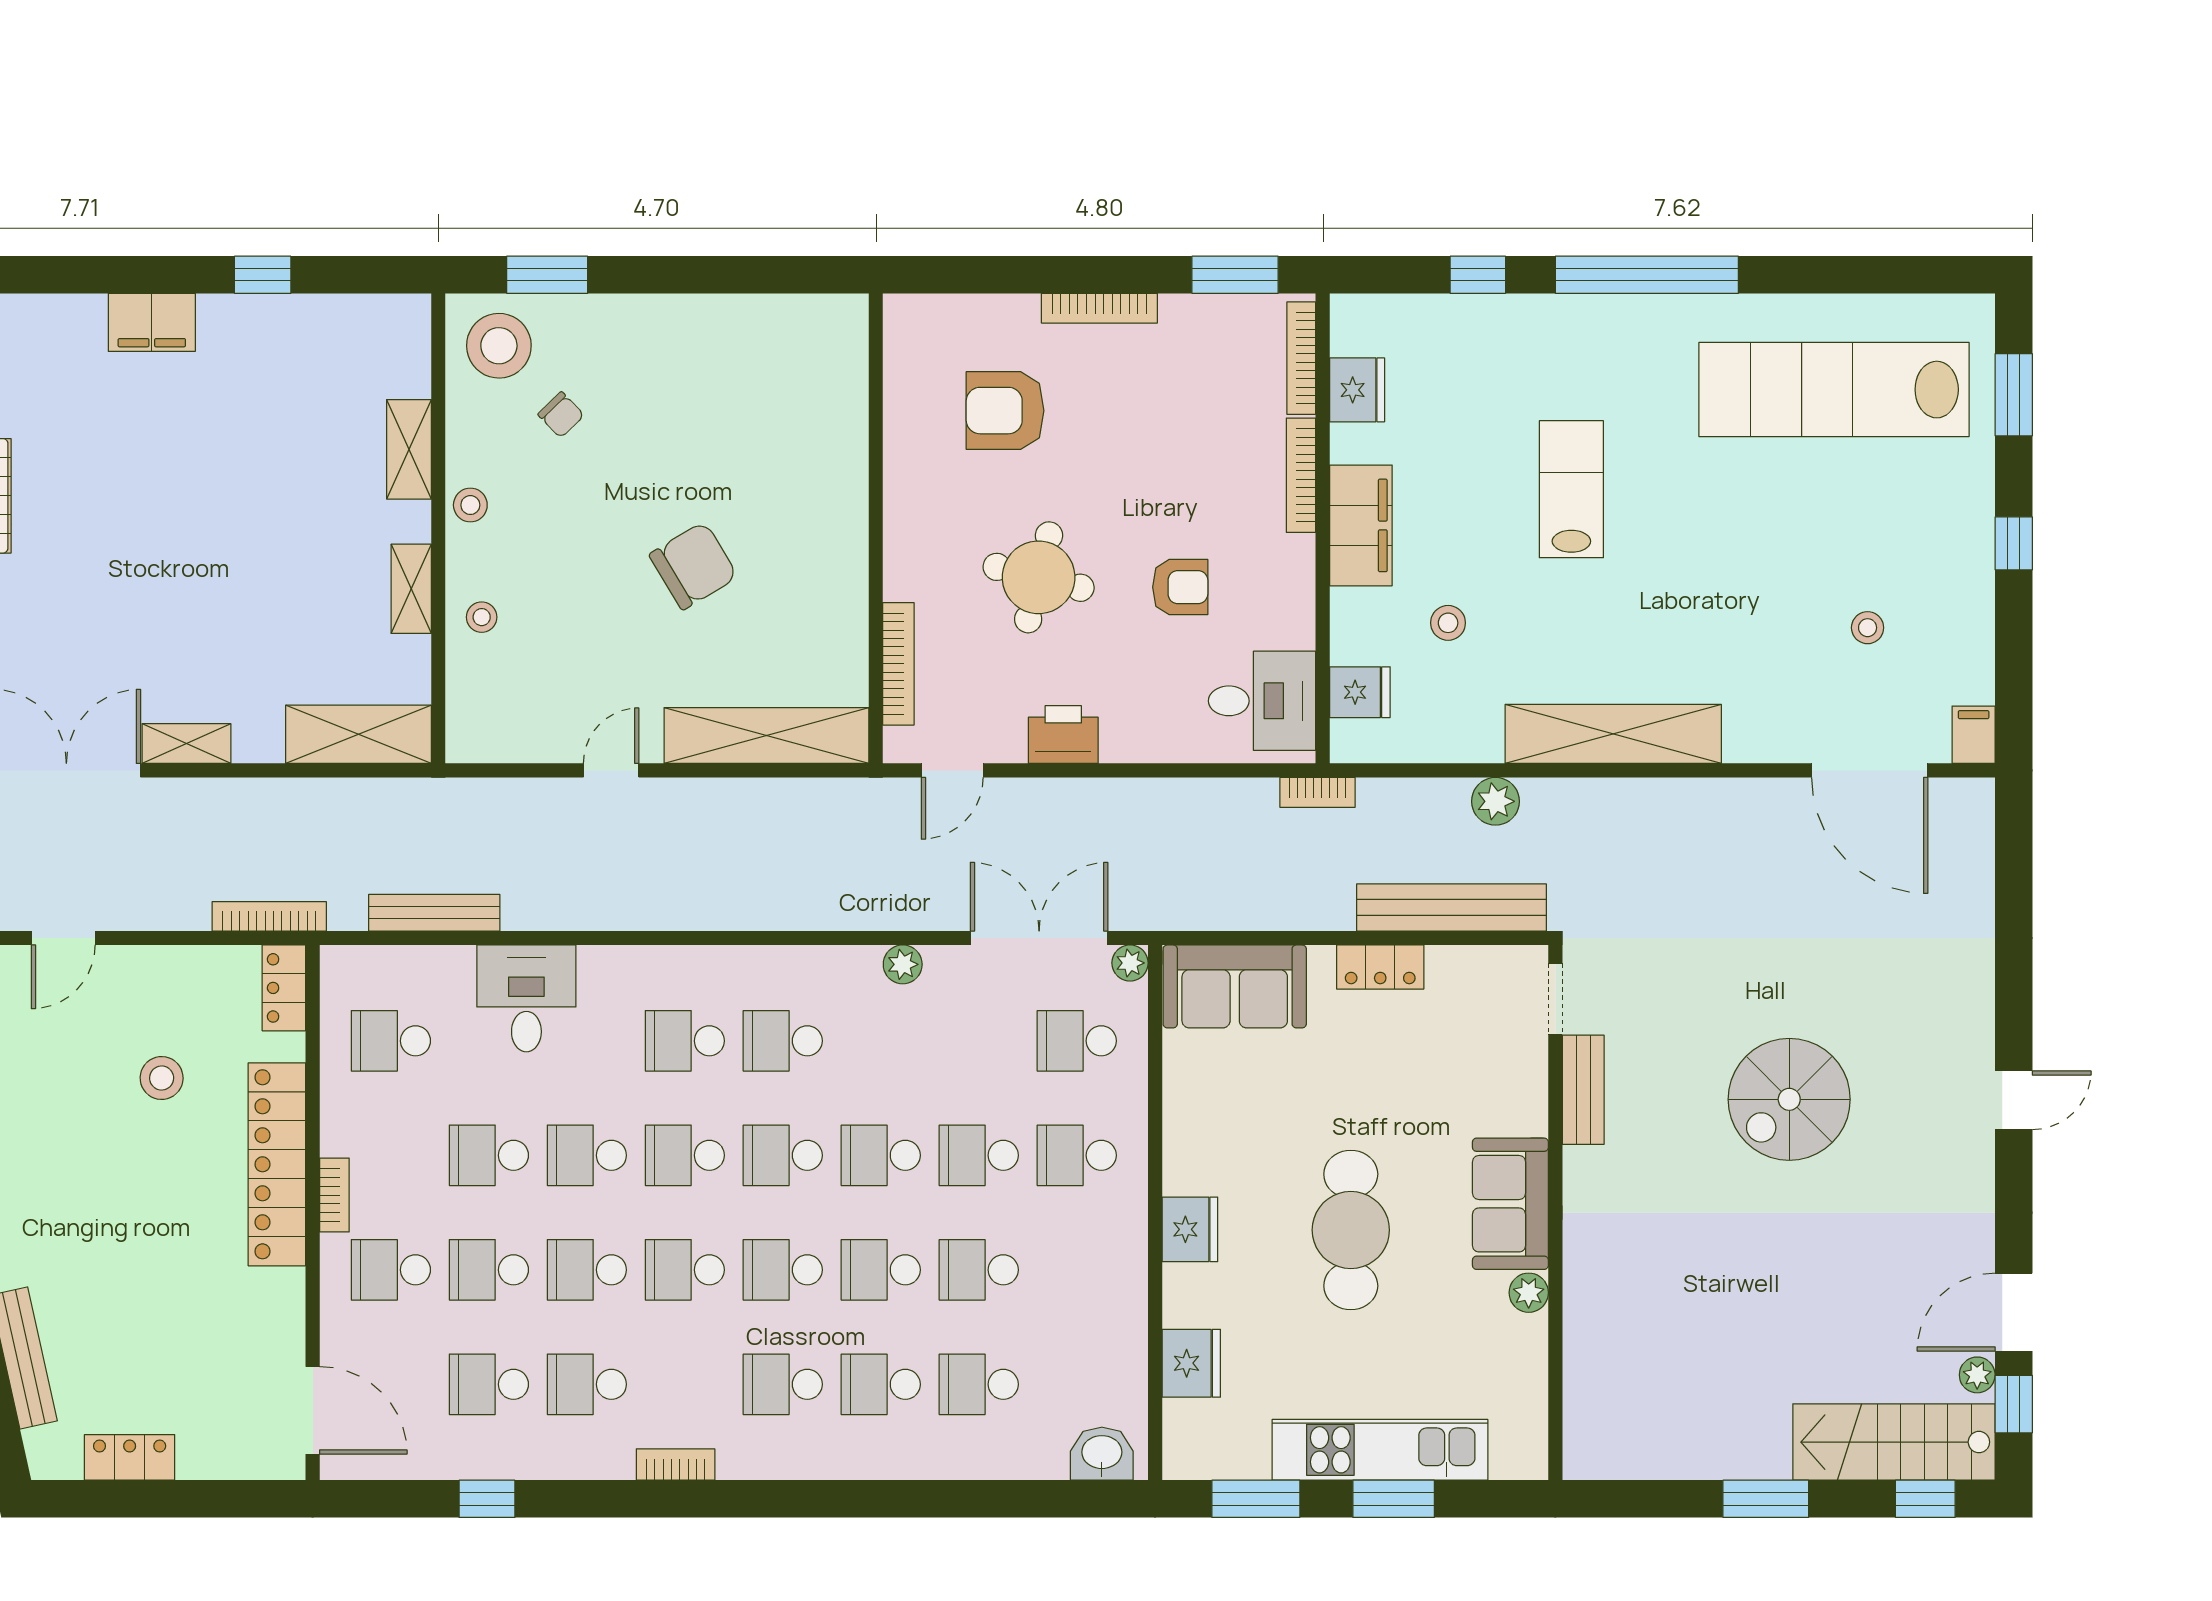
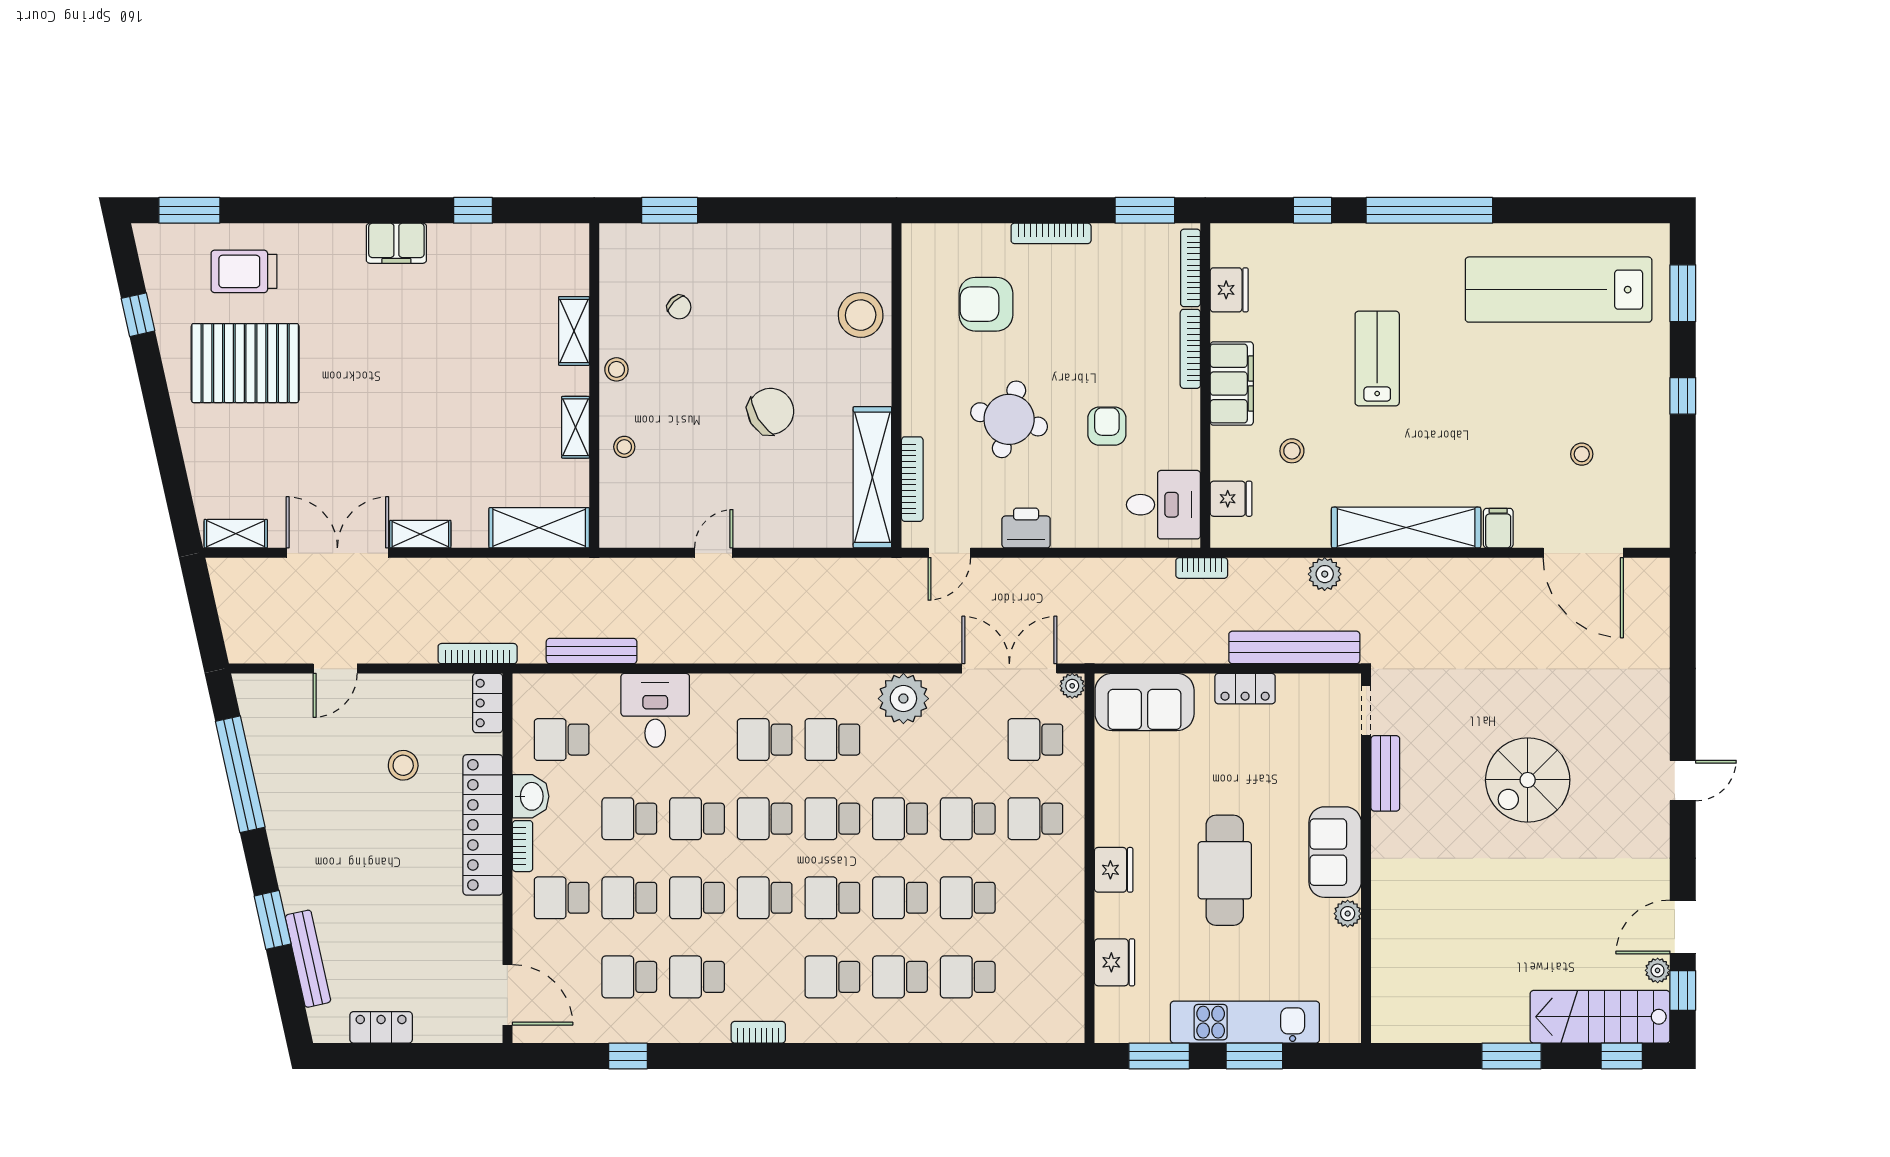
stool: (499, 346) -> (861, 315), moved
armchair: (1180, 587) -> (1107, 426), turned -90
filing cabinet: (1974, 735) -> (1498, 528), moved
shelving: (766, 736) -> (872, 477), moved, turned 90
plant: (903, 964) -> (903, 699), width x1.87, depth x1.87
washbasin: (1102, 1454) -> (531, 796), moved, turned 90

